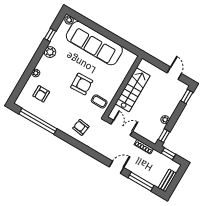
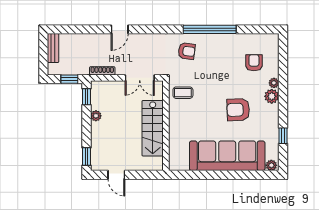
plant: (50, 52) -> (272, 96), moved
armchair: (82, 84) -> (238, 110), moved
window: (38, 121) -> (210, 29), moved
window: (141, 182) -> (82, 29), removed

